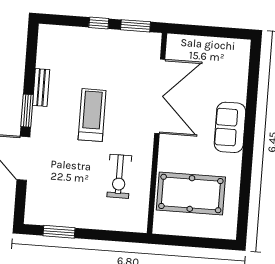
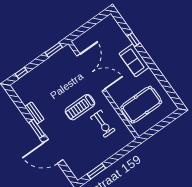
window: (99, 23) -> (21, 73), moved
window: (252, 99) -> (133, 40), added
treadmill: (92, 115) -> (80, 107), moved, turned -90

